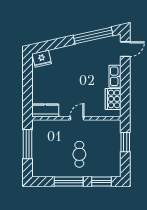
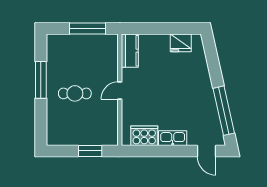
fridge: (42, 59) -> (181, 43), moved, turned -78
door: (77, 118) -> (120, 90), swing flipped
window: (102, 181) -> (41, 121), removed

